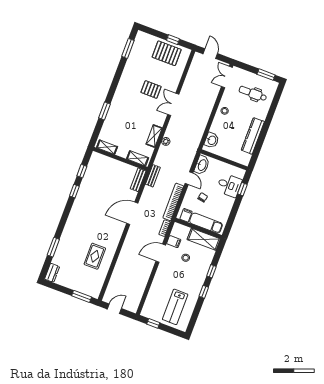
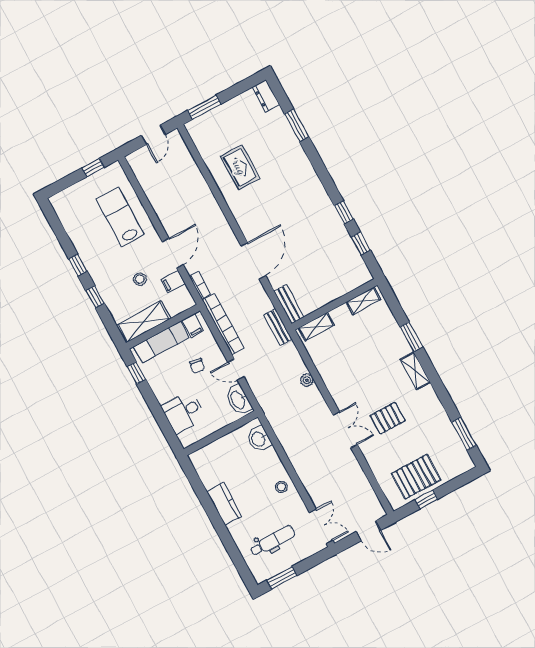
shelving: (154, 136) -> (415, 371), moved
kitchen counter: (253, 136) -> (224, 504), width x0.67
window: (242, 189) -> (136, 373), moved
lab bench: (175, 307) -> (120, 217), moved

